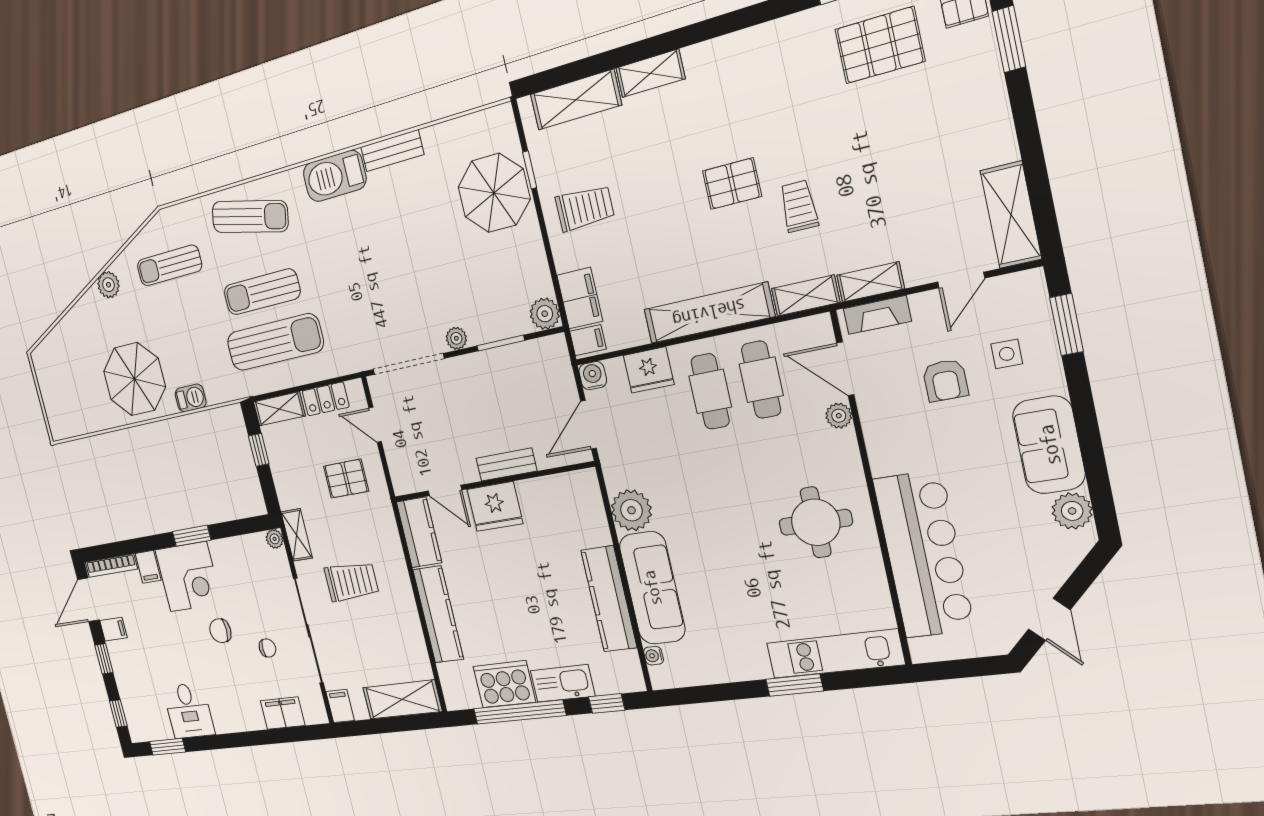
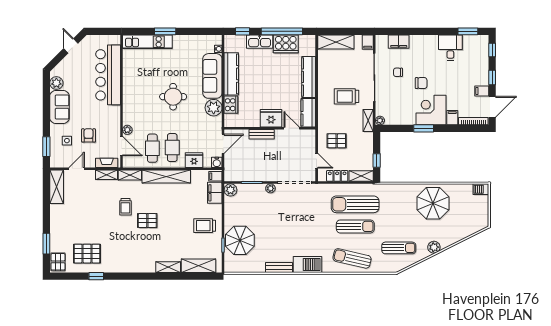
barbecue: (191, 398) -> (481, 189), moved
round table: (816, 522) -> (173, 97), moved
cooker: (592, 524) -> (231, 105), added

